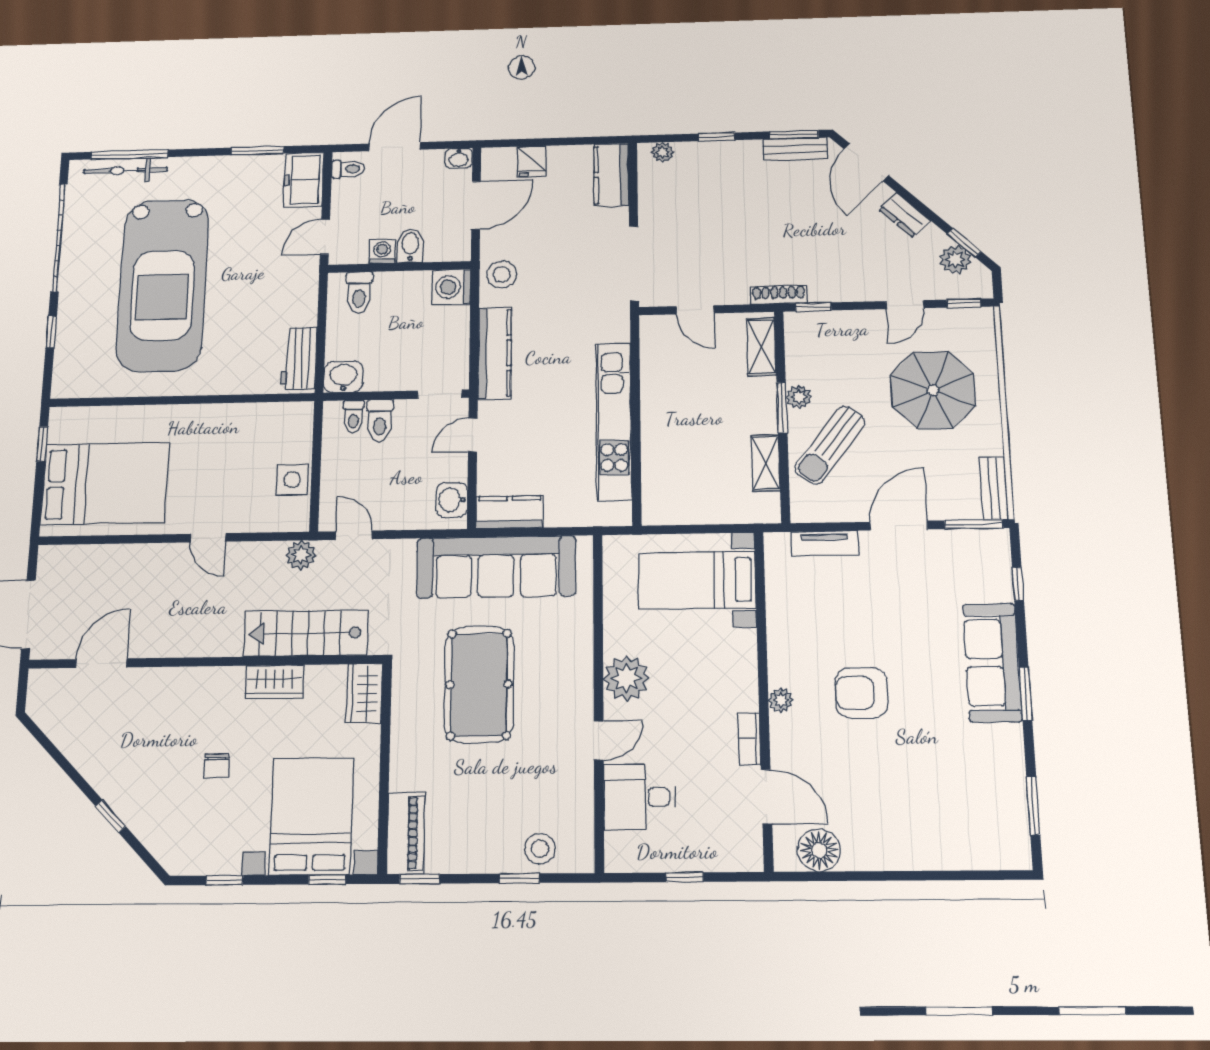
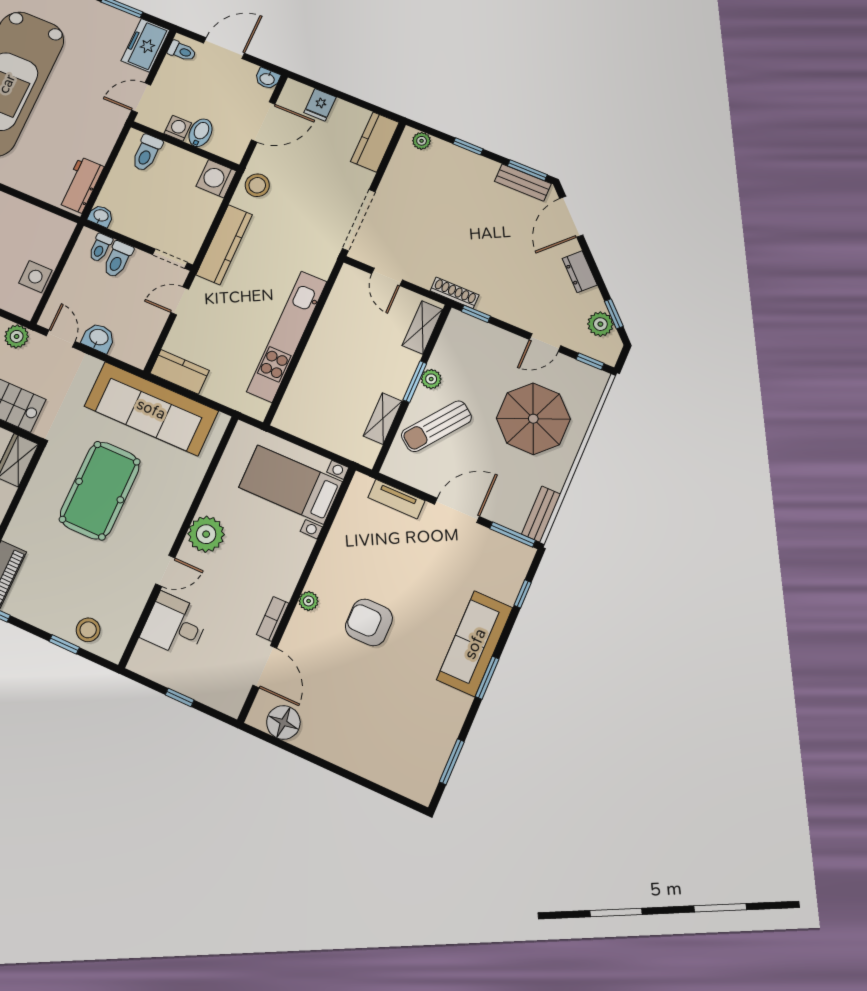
washbasin: (343, 377) -> (101, 216), width x0.72, depth x0.69
washbasin: (452, 500) -> (99, 338), moved, turned 90

